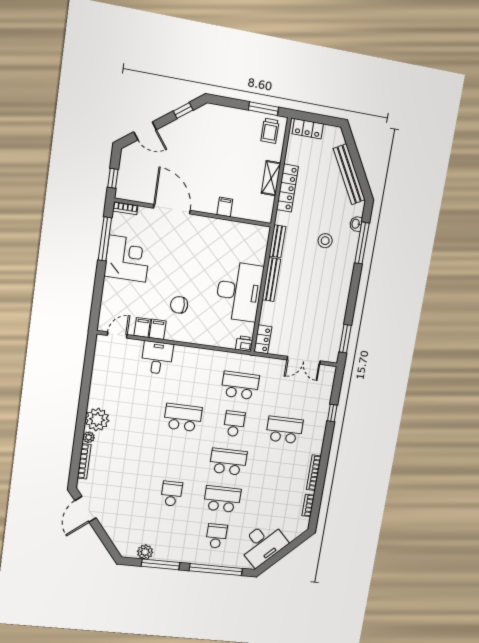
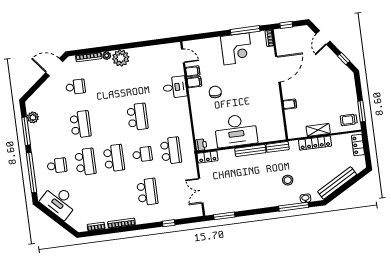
school desk: (120, 488) -> (75, 87), added
school desk: (171, 494) -> (80, 124), width x1.85

